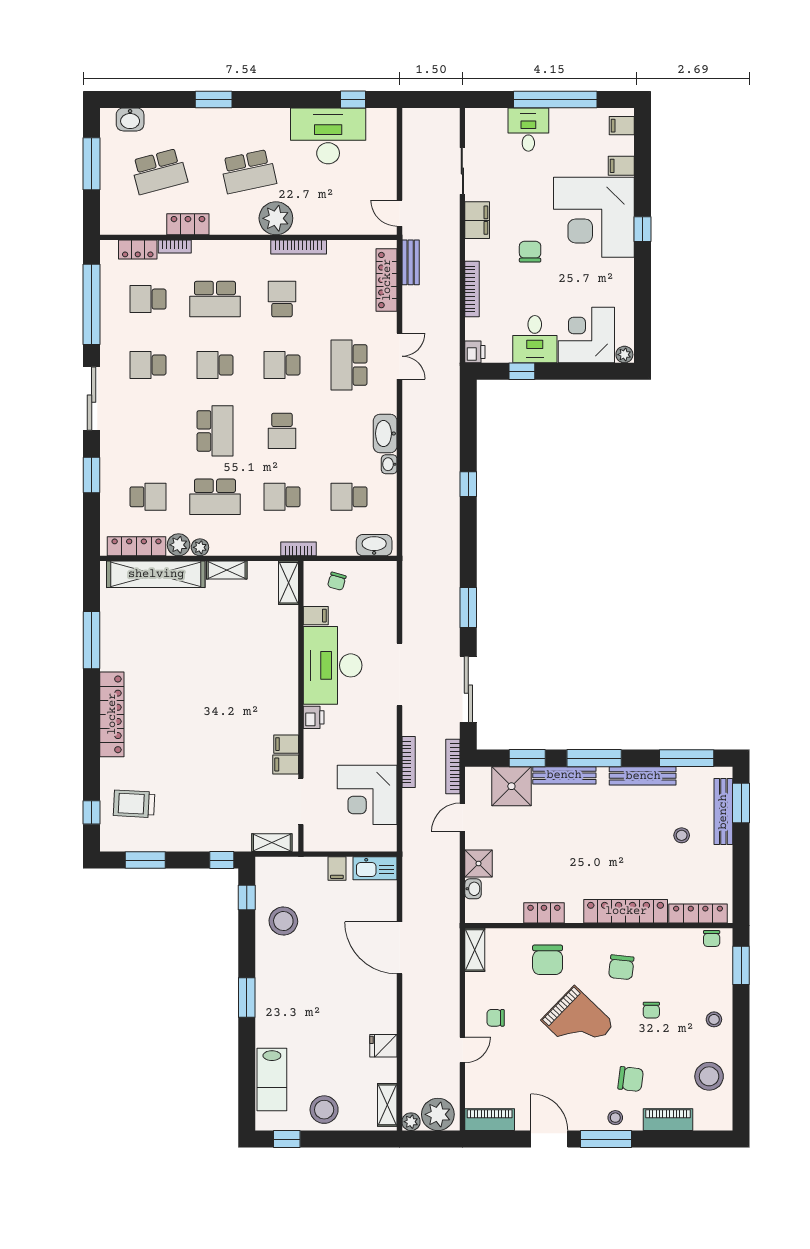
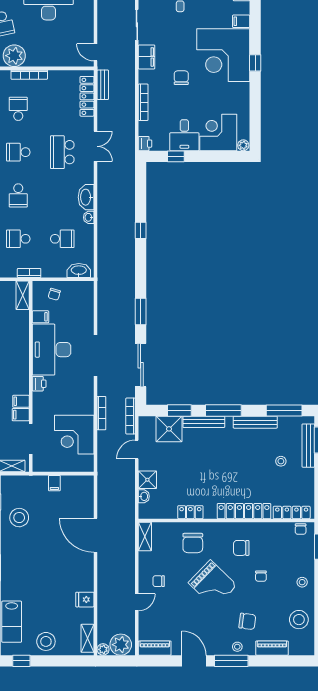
school desk: (349, 497) -> (62, 239), turned 180
kitchen sink: (375, 868) -> (79, 483), removed
chair: (621, 967) -> (241, 548), turned 84

